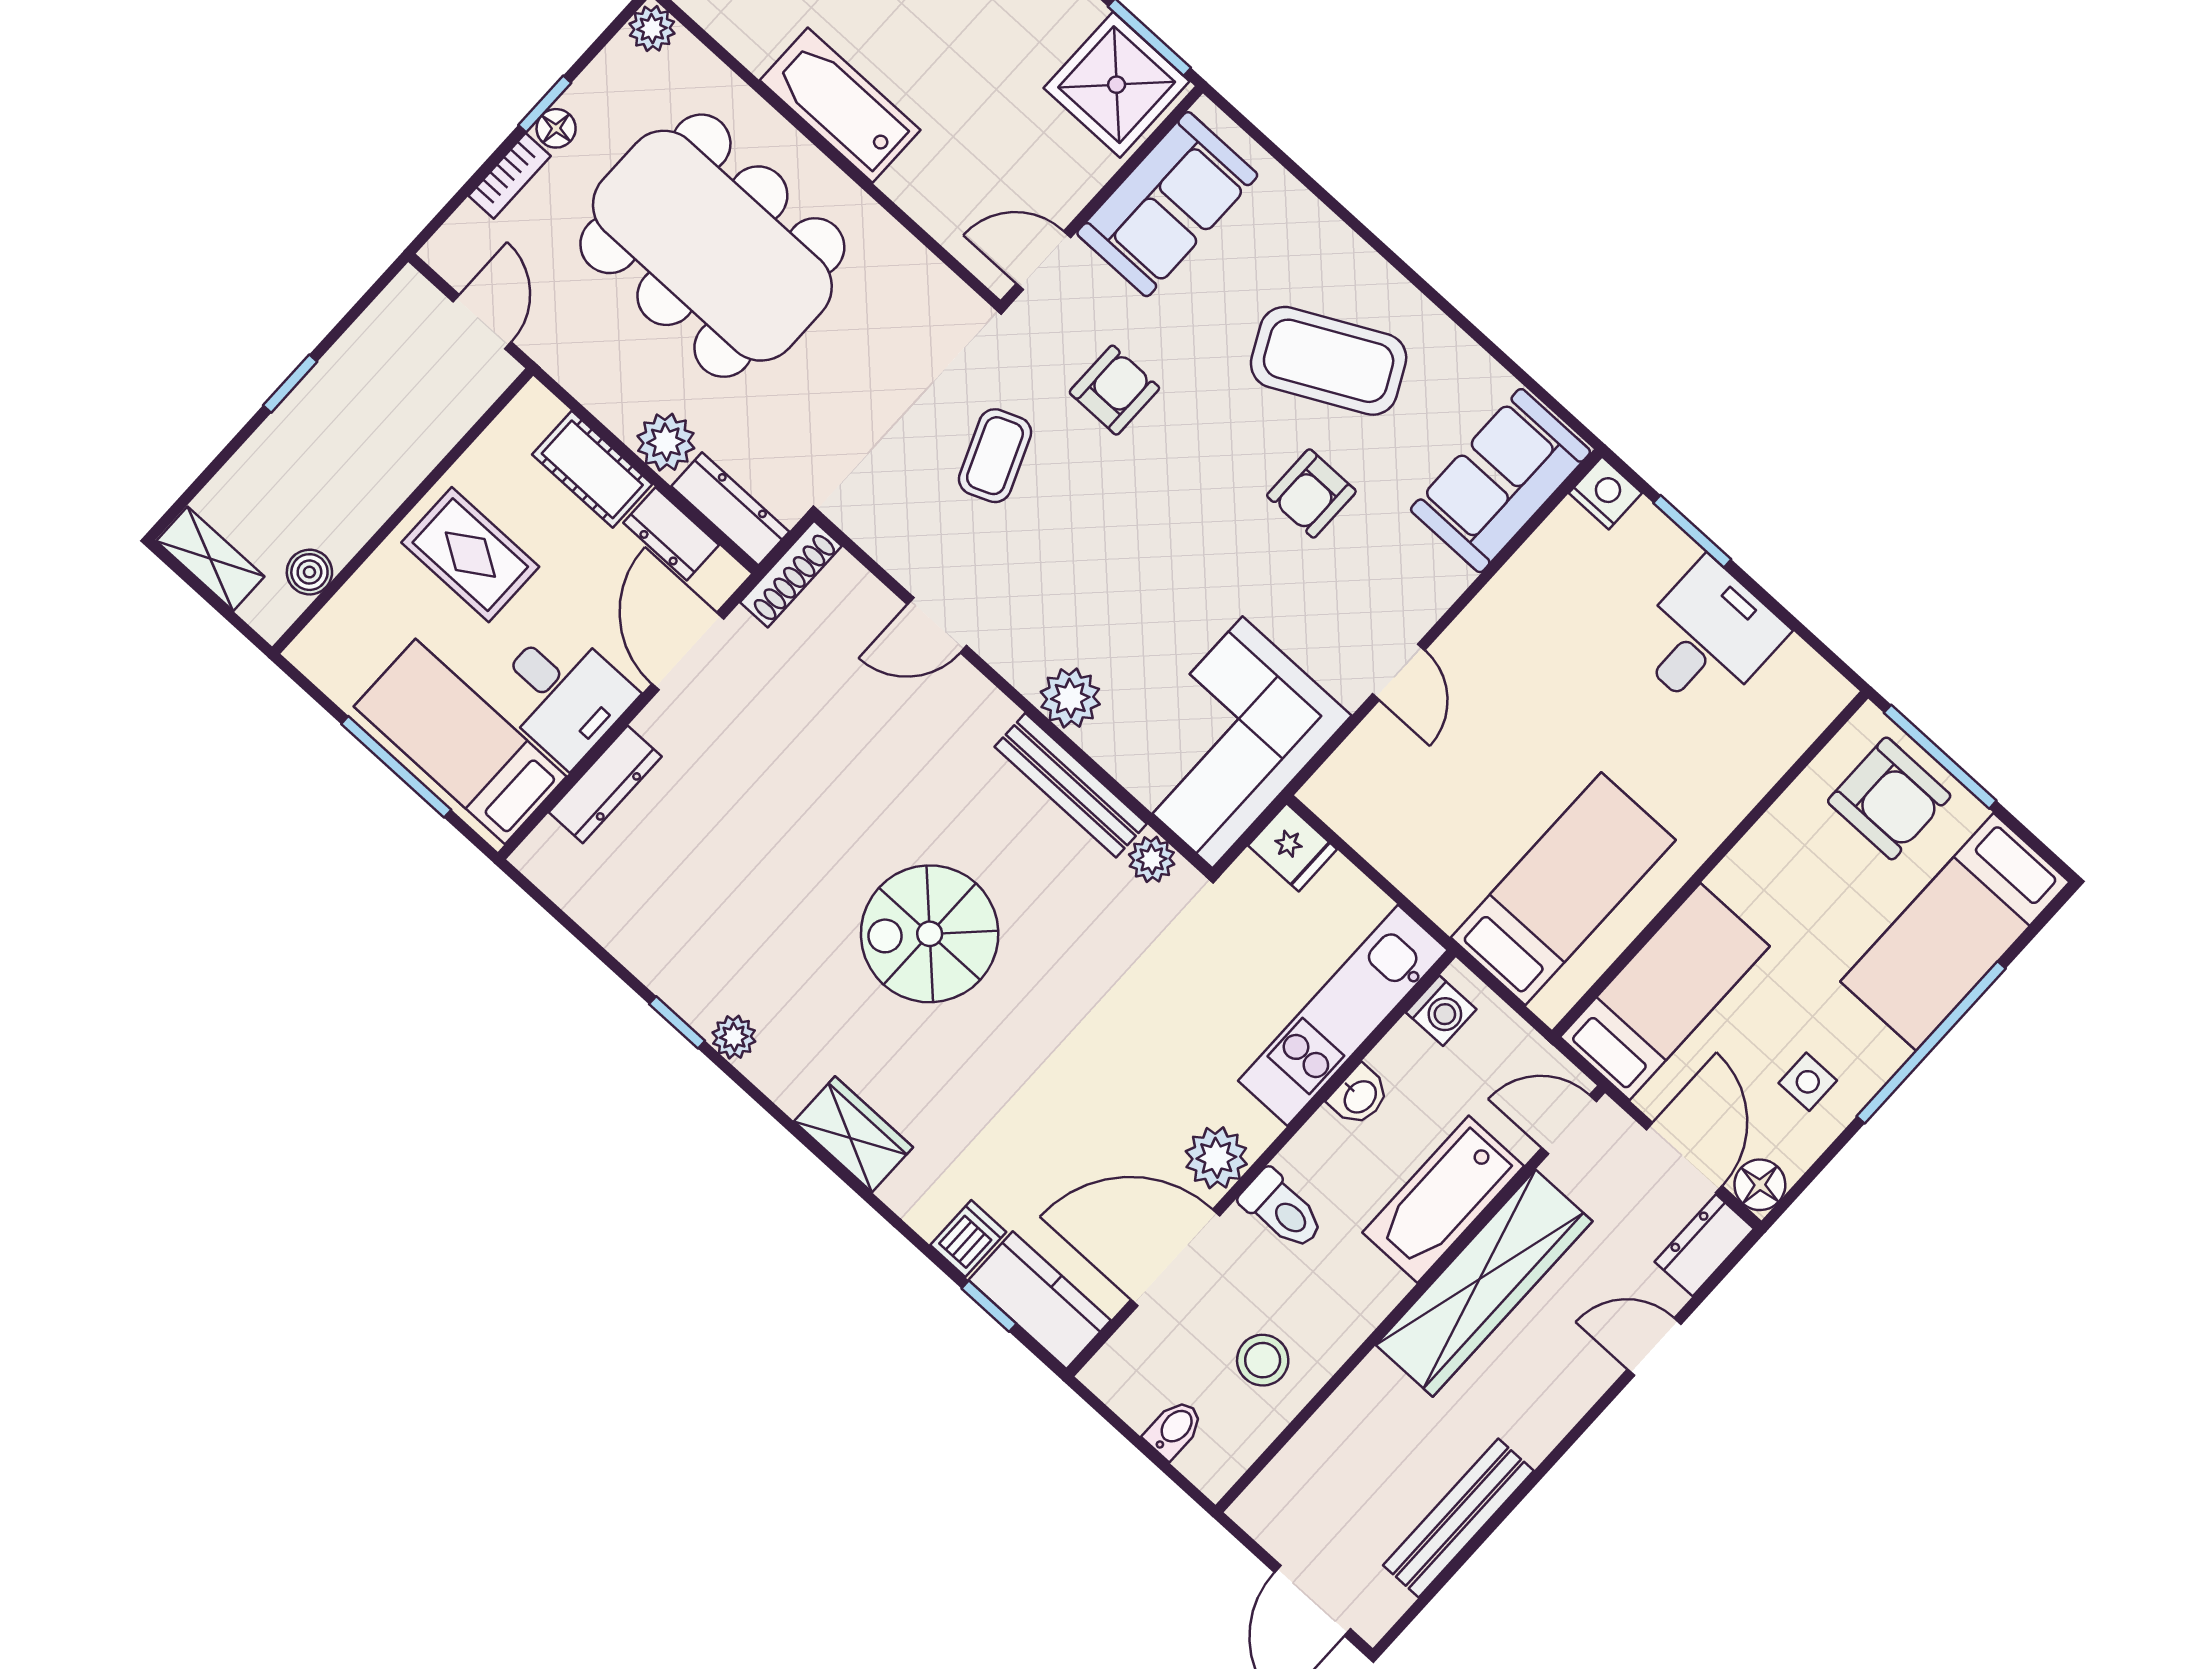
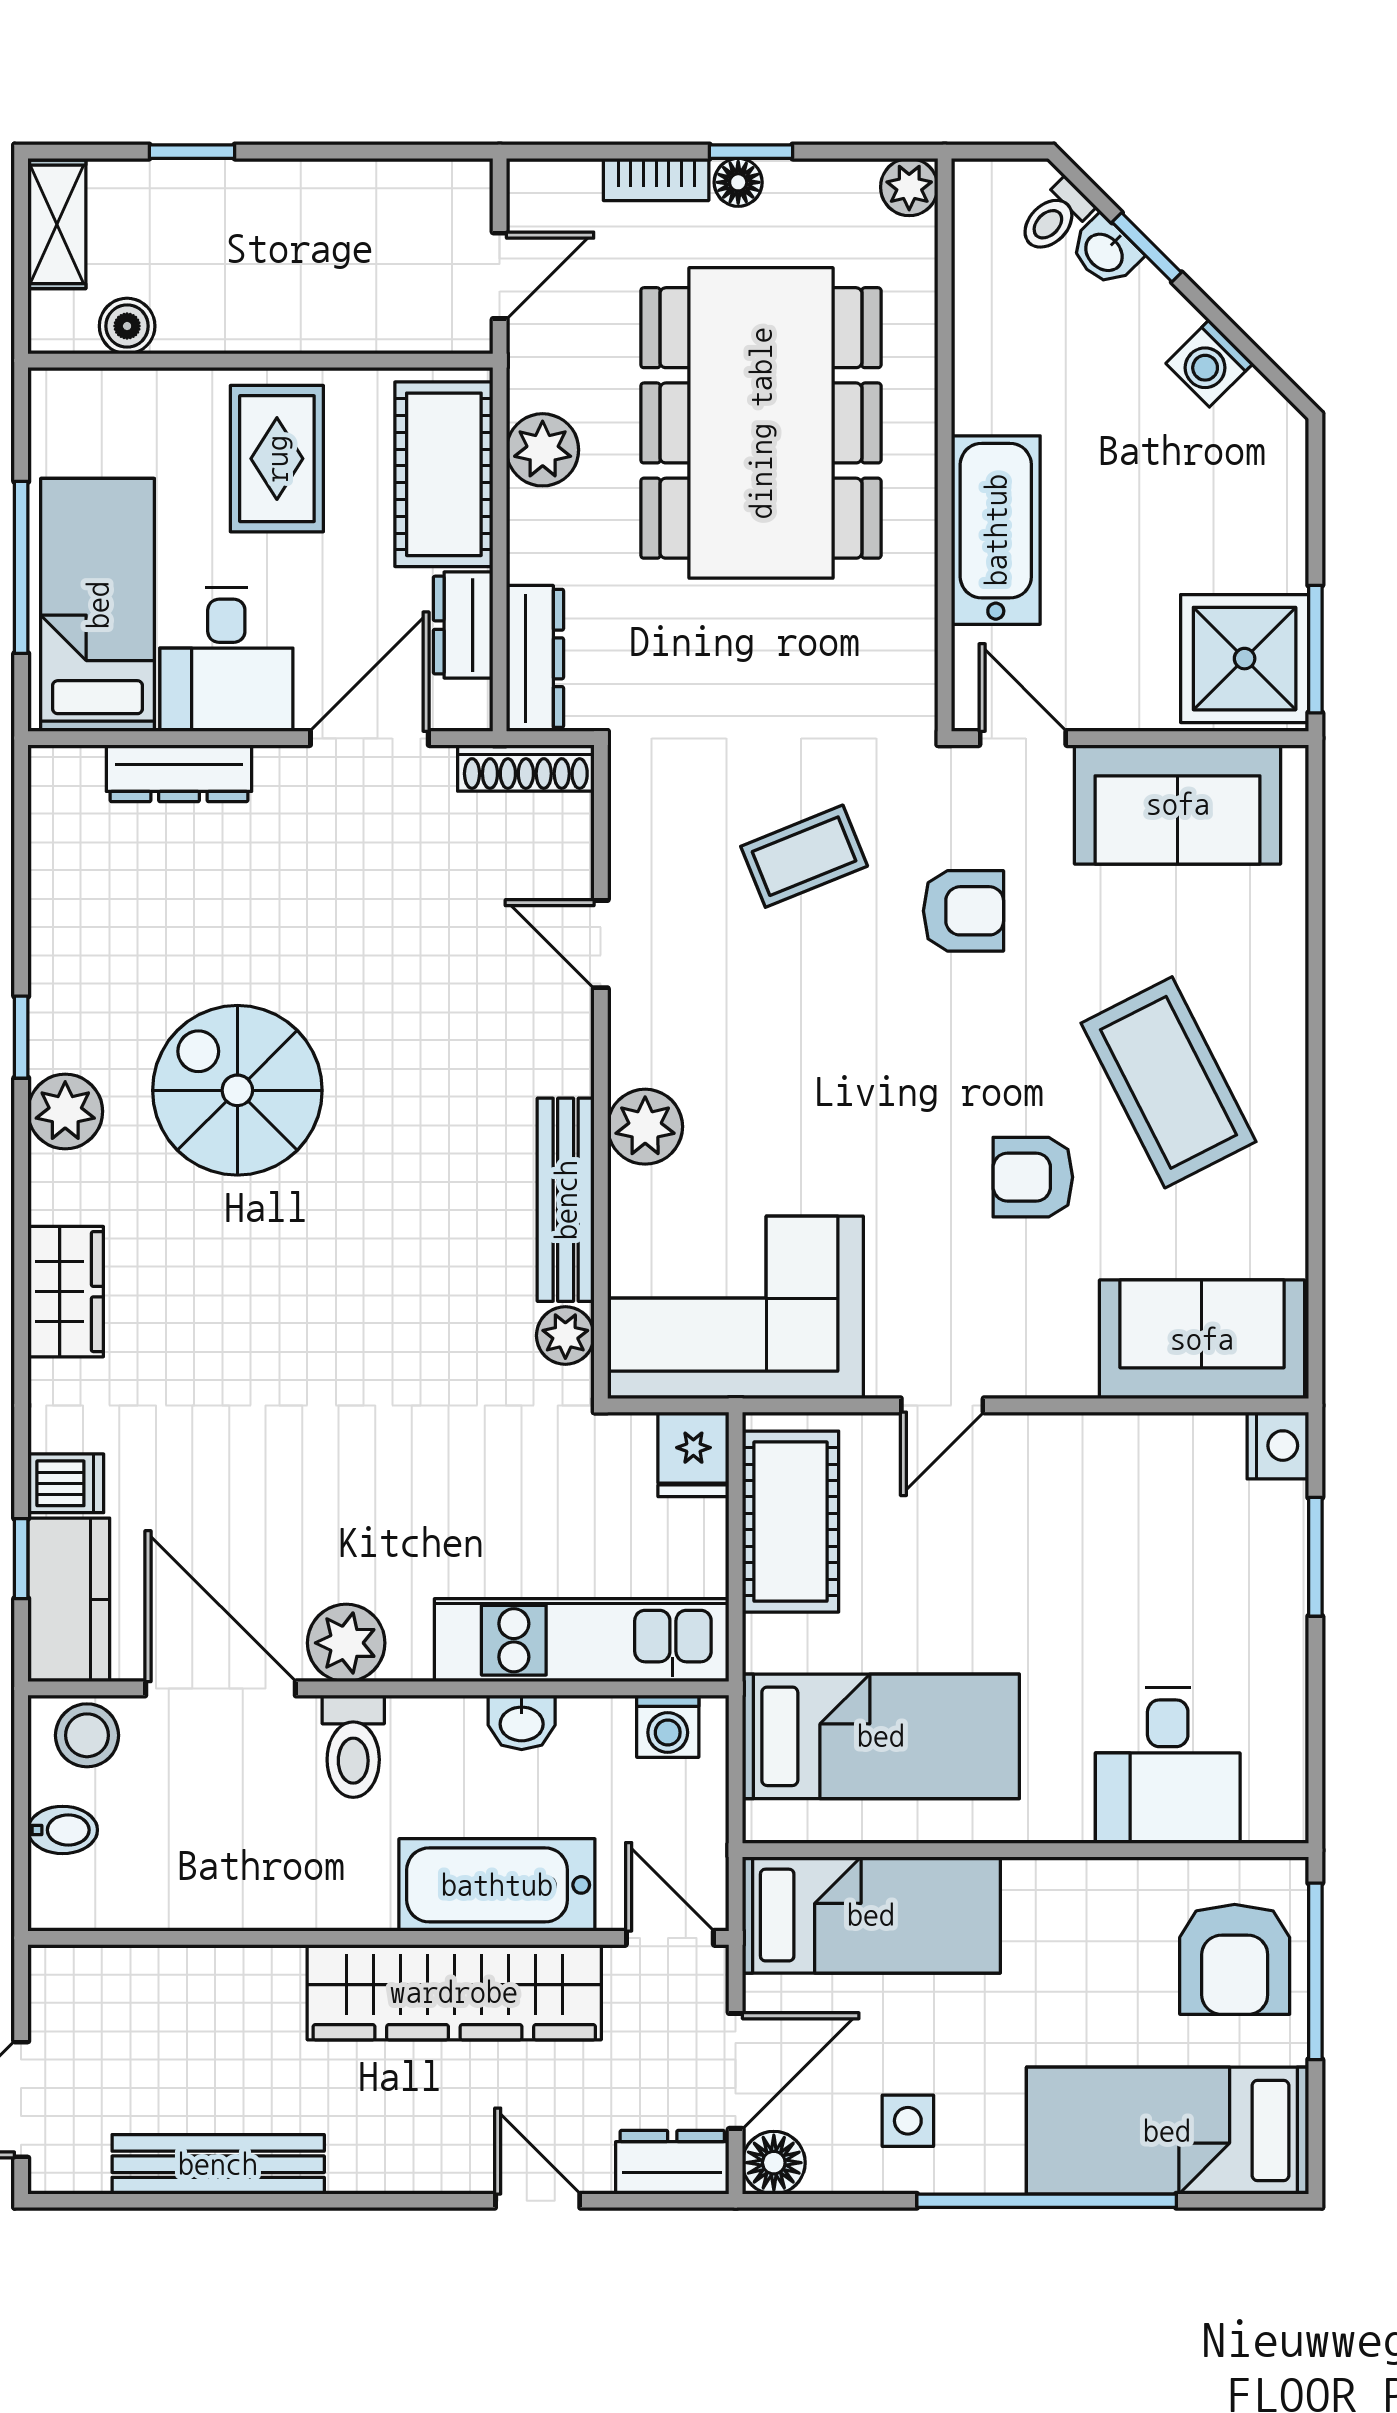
bathtub: (840, 105) -> (996, 530), moved
window: (290, 384) -> (192, 152), moved
plant: (666, 442) -> (543, 450), moved
cot: (592, 469) -> (444, 474), width x1.37, depth x1.34
desk: (1707, 638) -> (1168, 1765), moved, turned 90
cot: (1386, 826) -> (791, 1522), added
spiral stairs: (930, 934) -> (237, 1090), moved
plant: (734, 1037) -> (65, 1111), width x1.38, depth x1.38
stool: (1263, 1360) -> (87, 1735), moved

